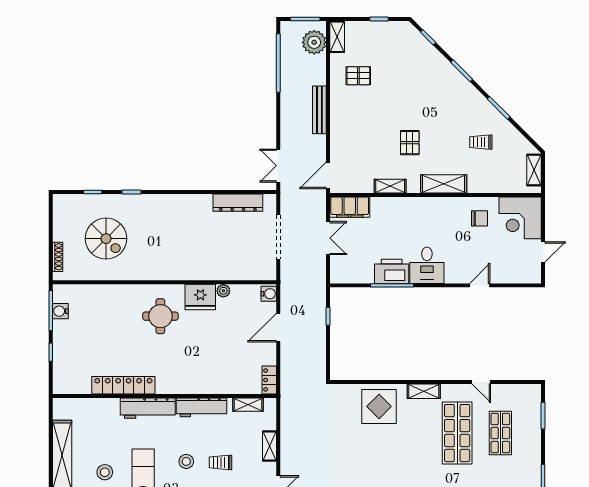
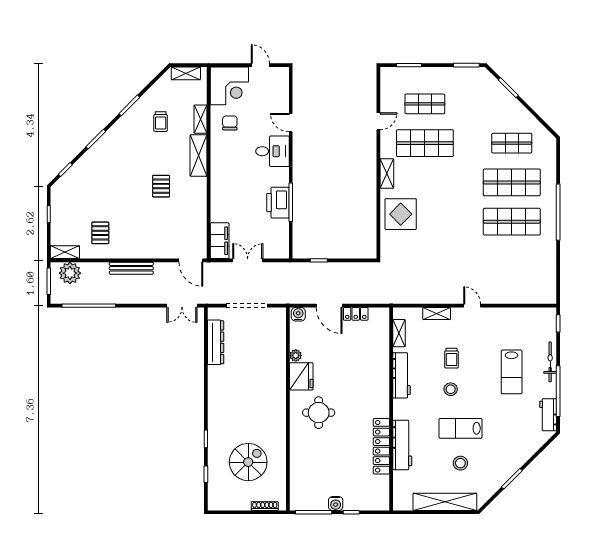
pallet: (410, 143) -> (161, 186), turned 90
shelving: (390, 186) -> (201, 119), moved
desk: (427, 265) -> (272, 151), moved
water cooler: (60, 311) -> (336, 503), moved
locker: (269, 380) -> (356, 314), moved
workbench: (148, 408) -> (402, 445), moved

